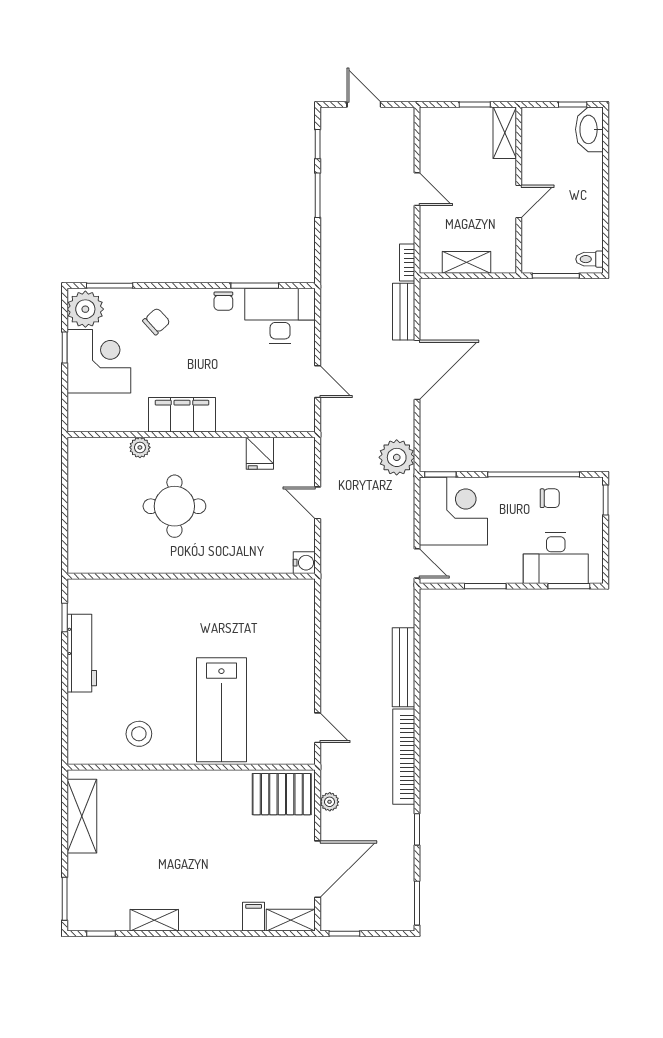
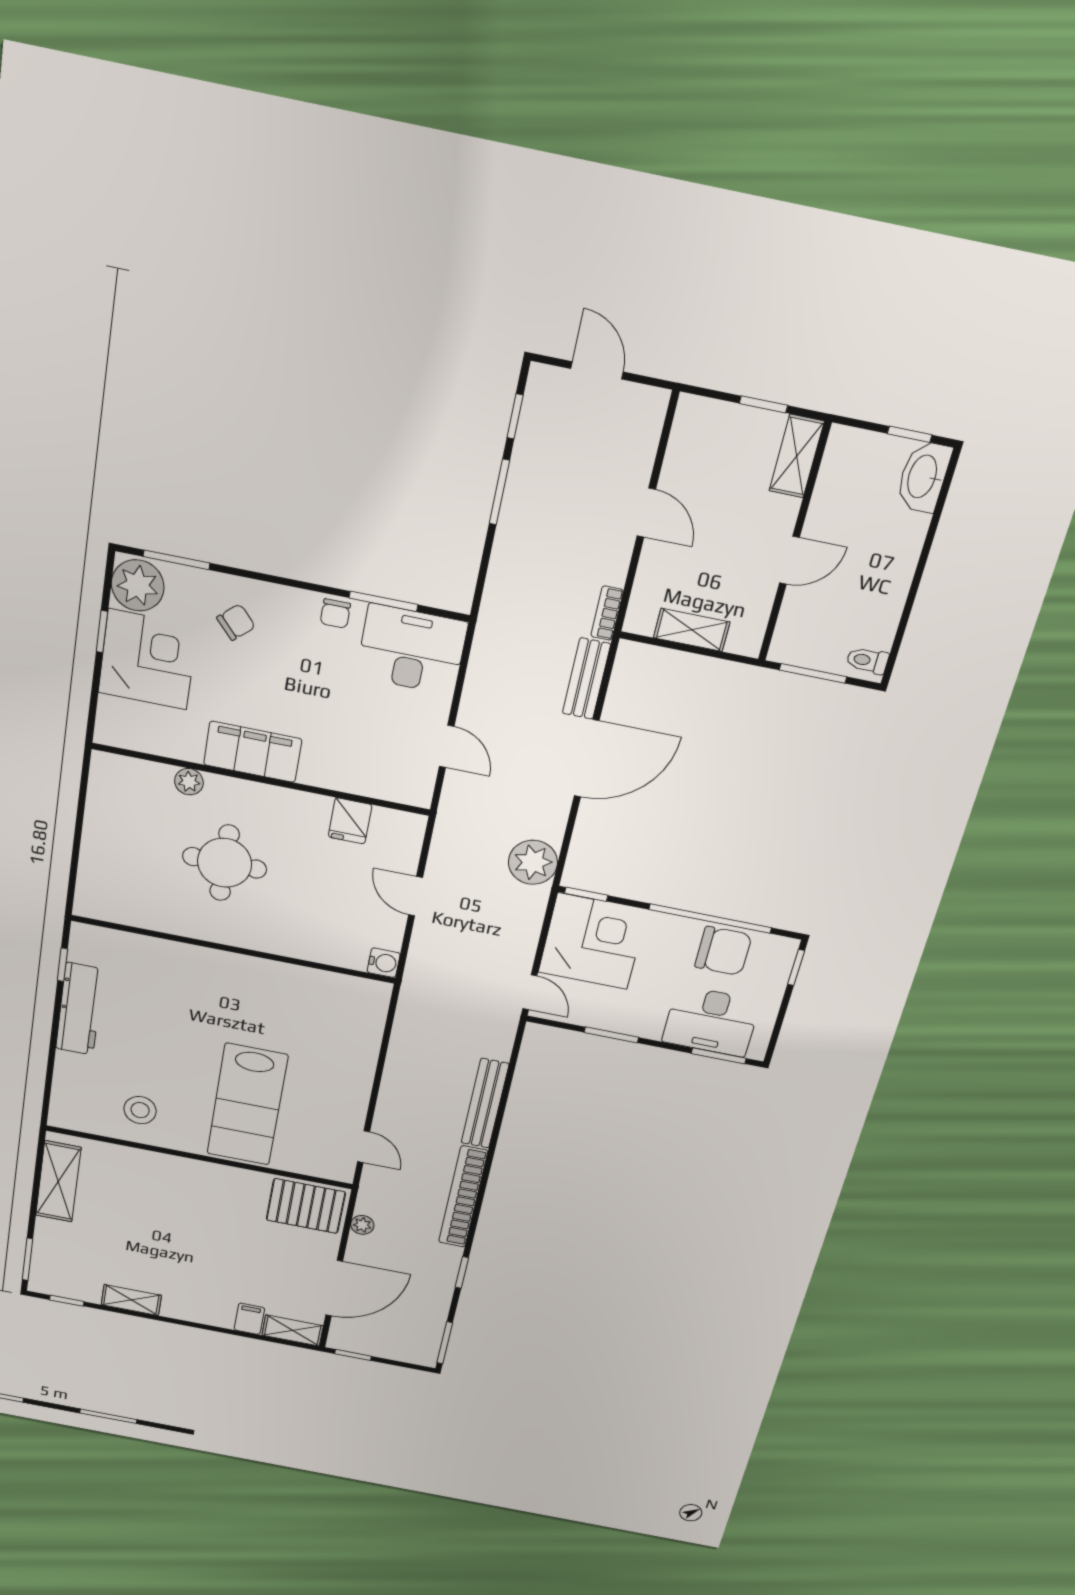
chair: (550, 498) -> (723, 951), width x1.87, depth x1.87

